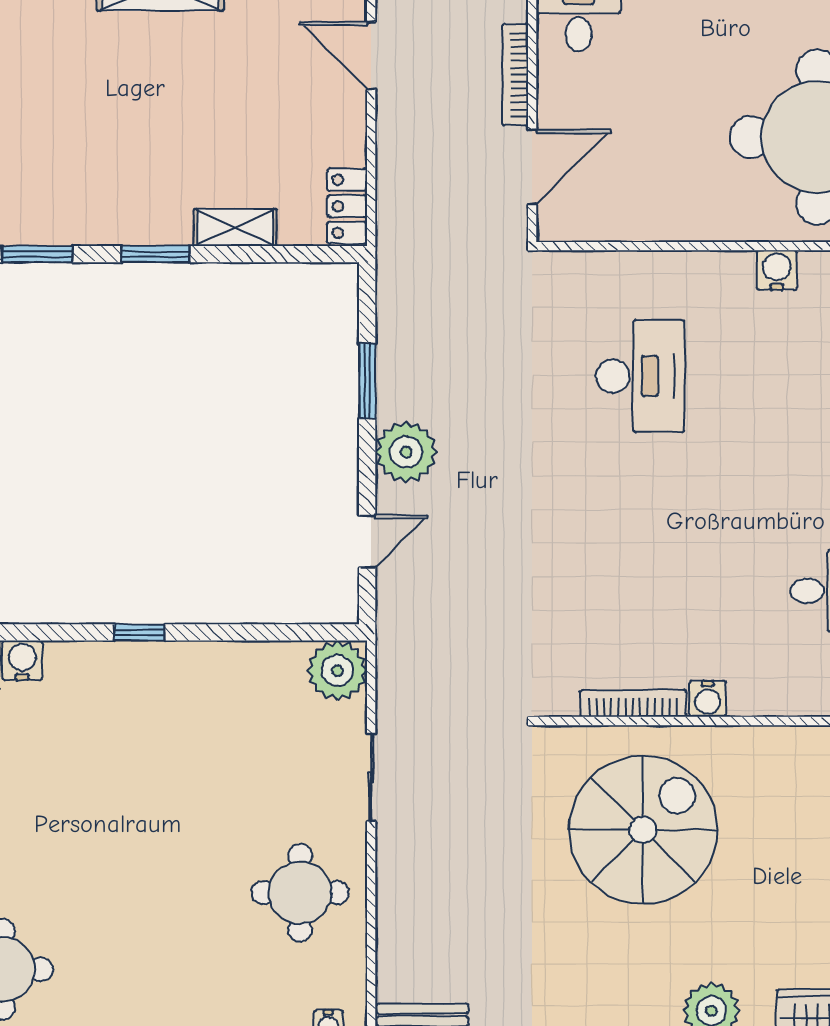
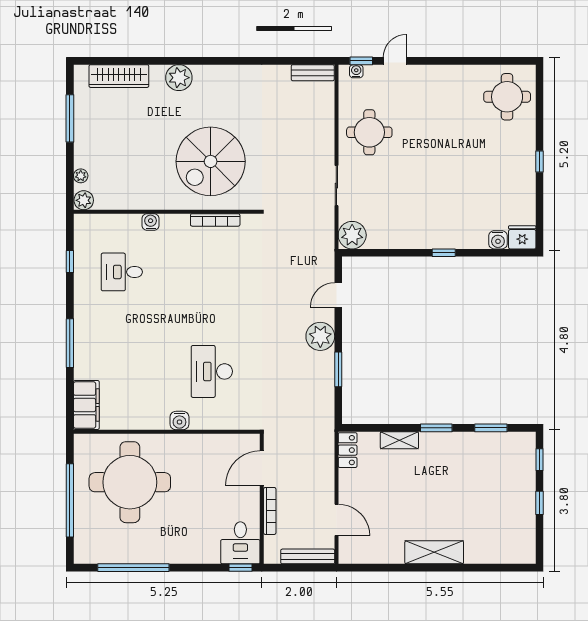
water cooler: (777, 270) -> (179, 421), moved
water cooler: (708, 699) -> (151, 222), moved

